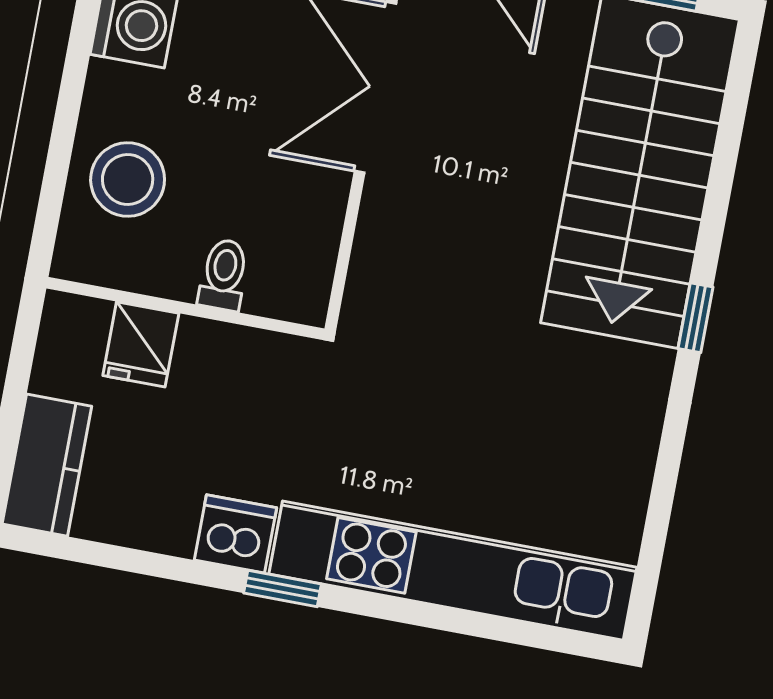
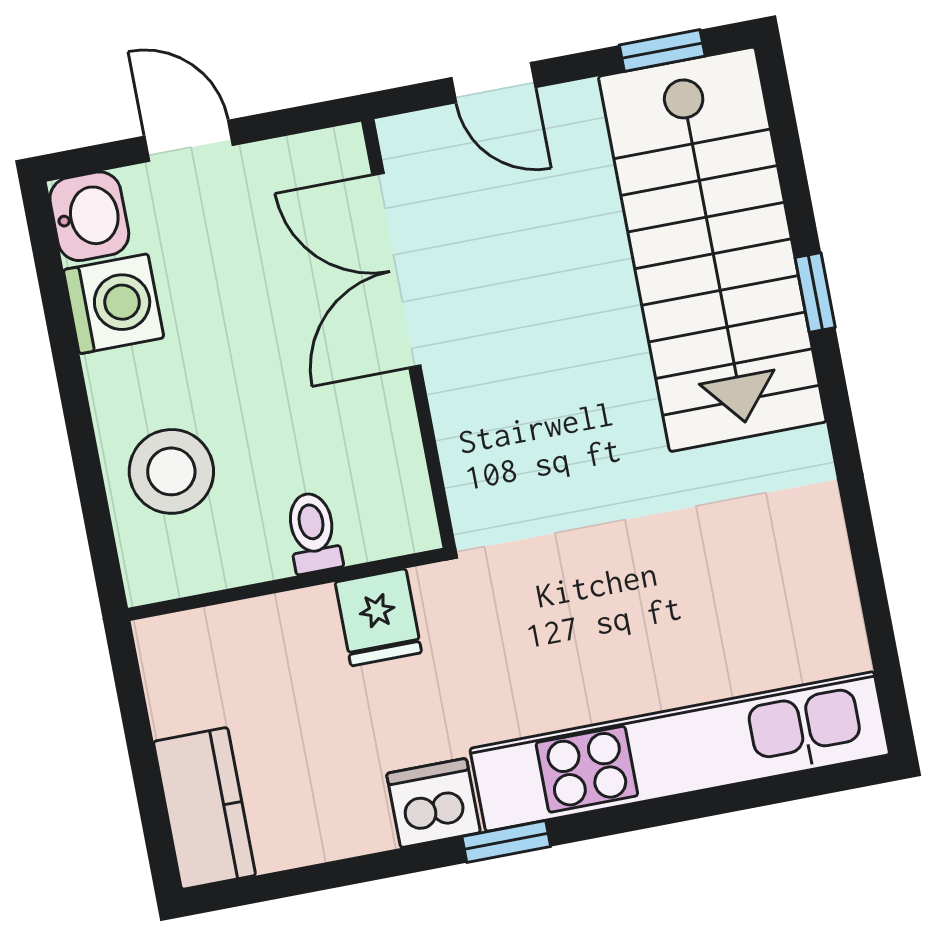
window: (695, 318) -> (815, 292), moved
fridge: (141, 344) -> (378, 617), moved

